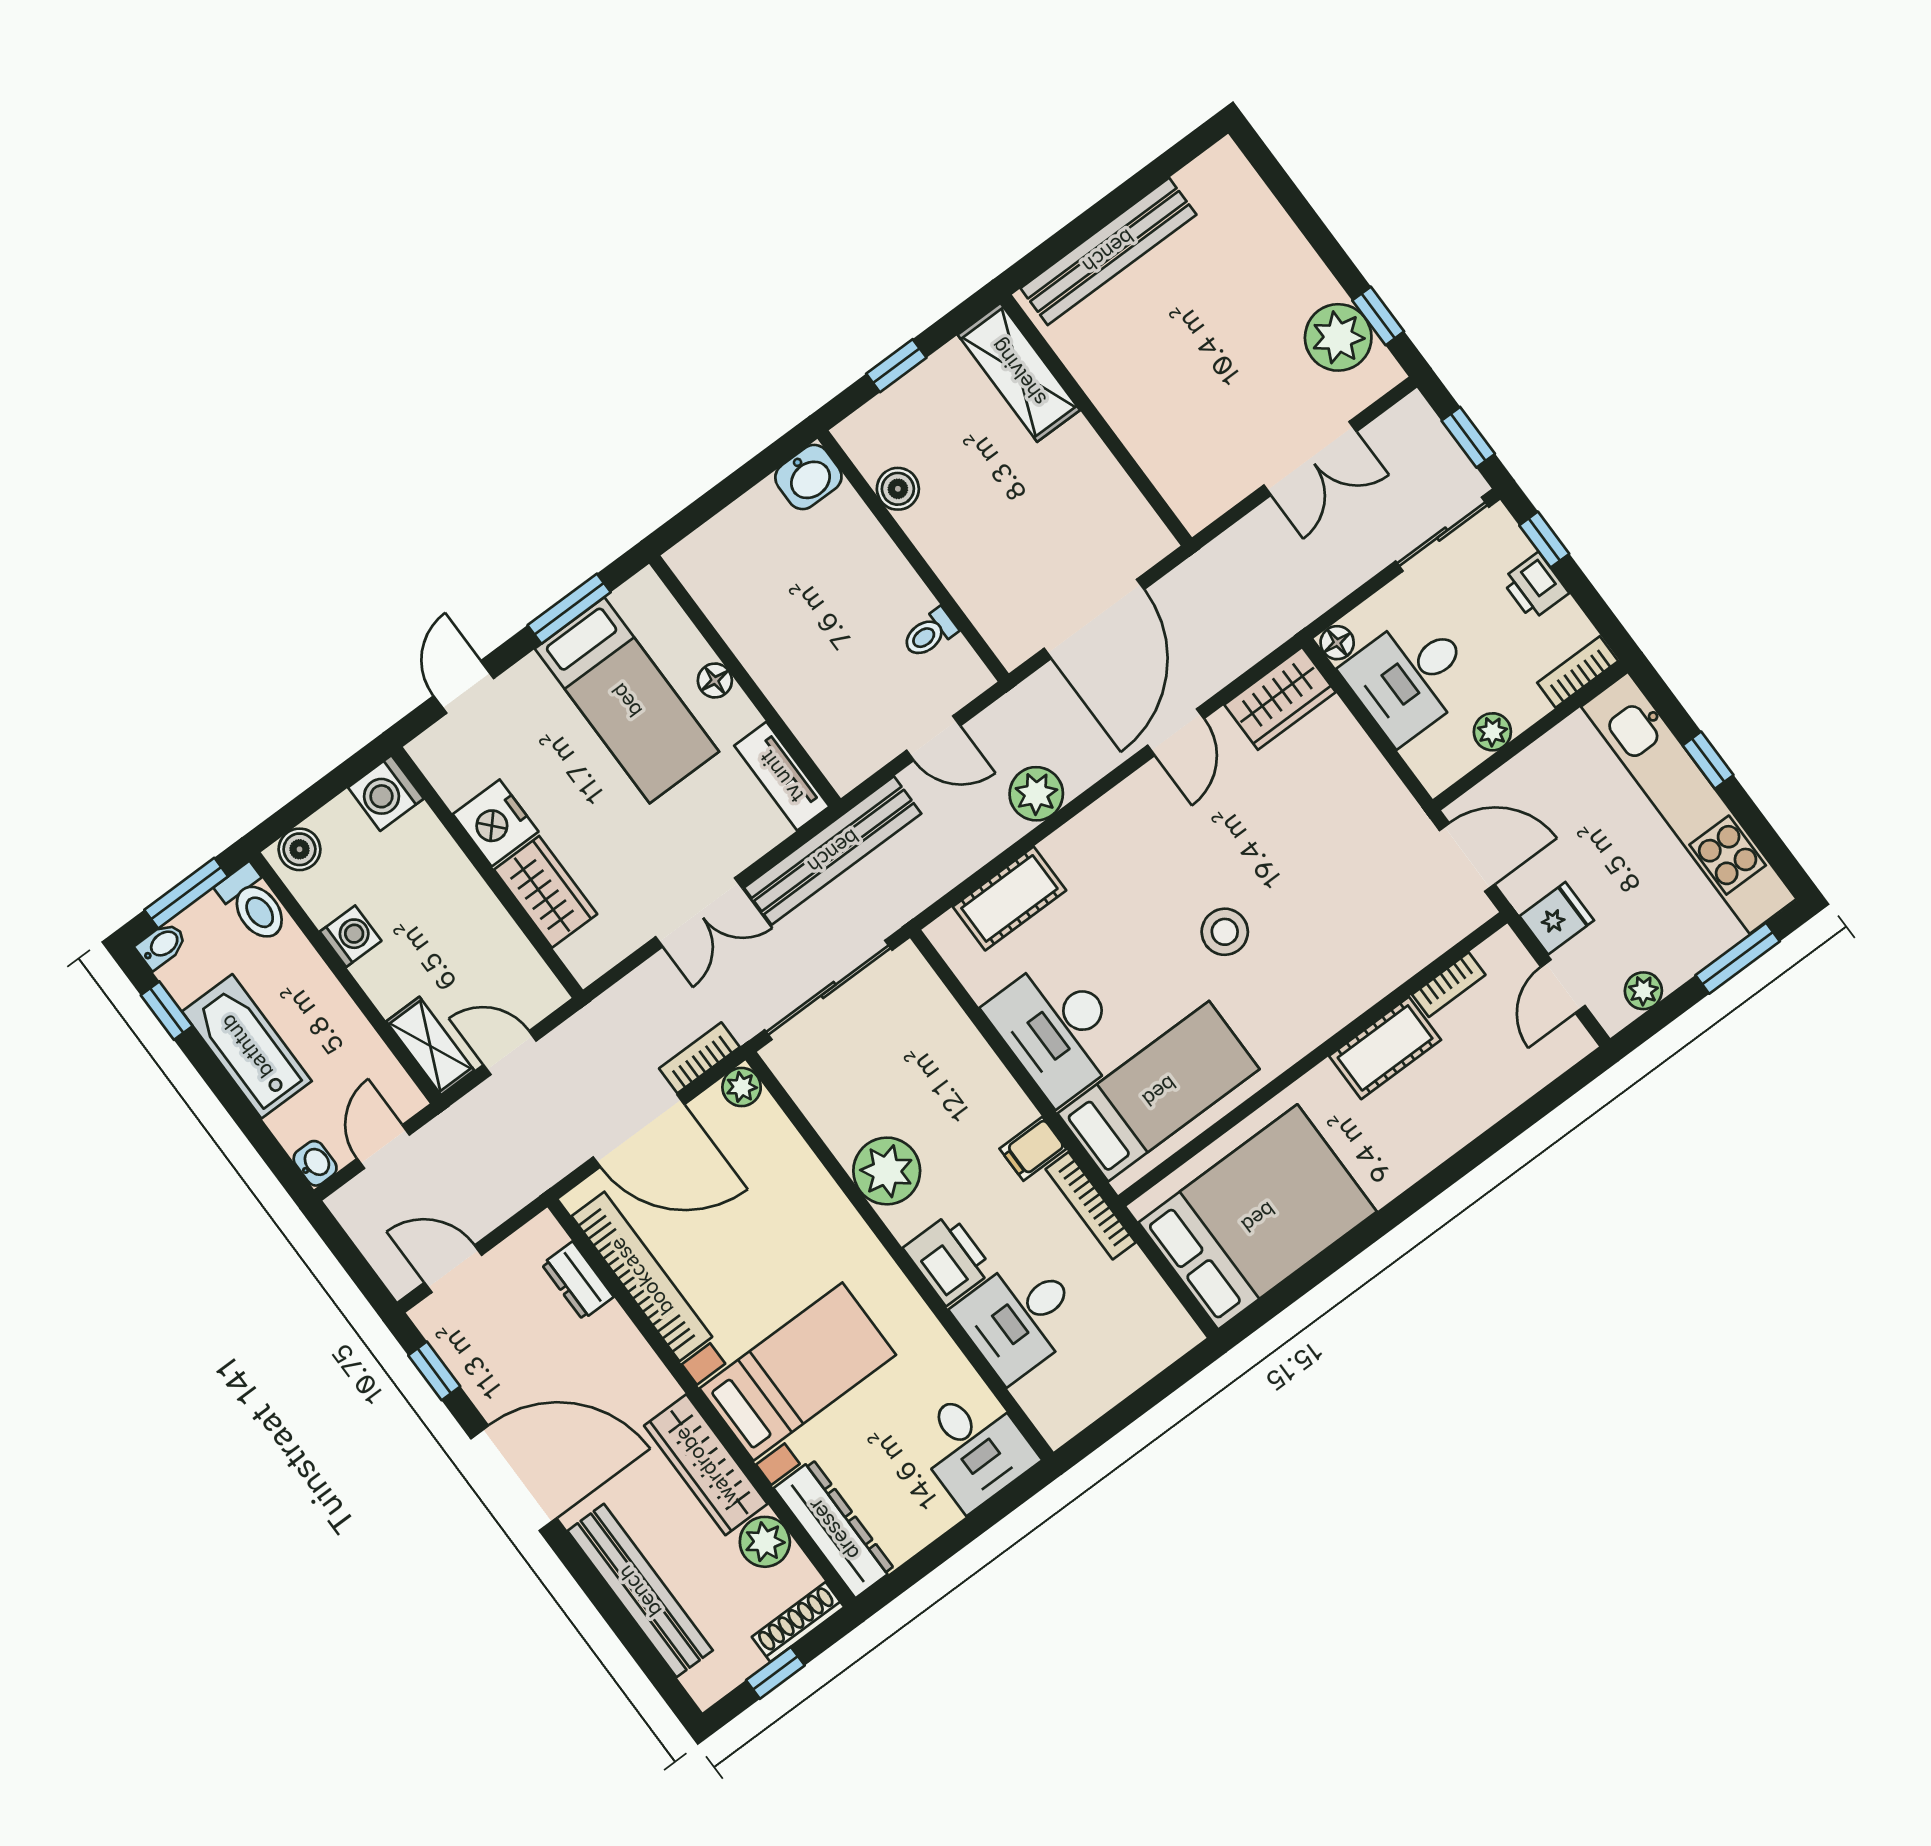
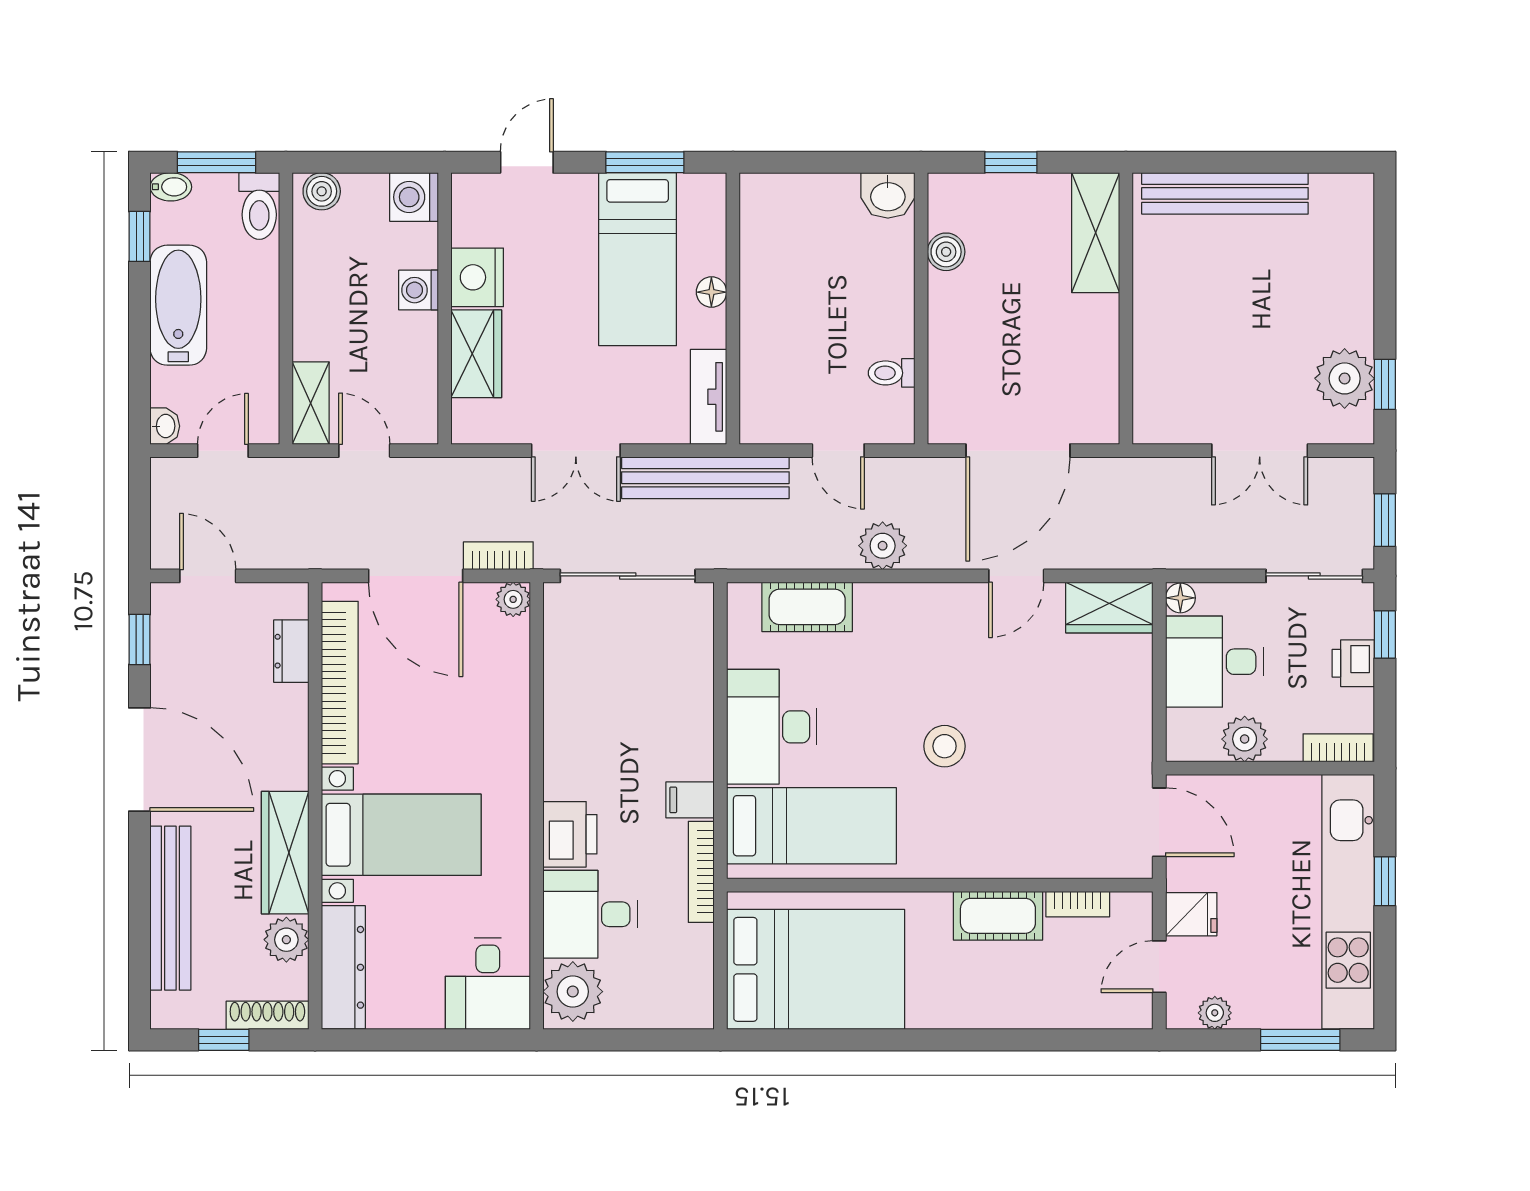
plant: (1492, 732) -> (1245, 739), width x1.38, depth x1.38
washing machine: (351, 936) -> (419, 290), moved, turned 180
plant: (887, 1171) -> (573, 992), moved

